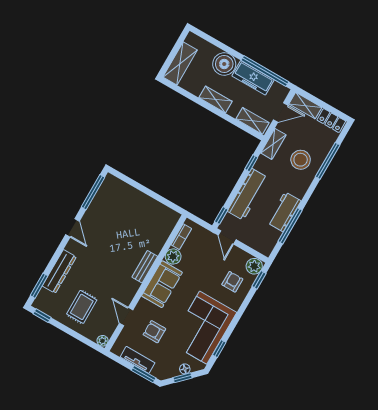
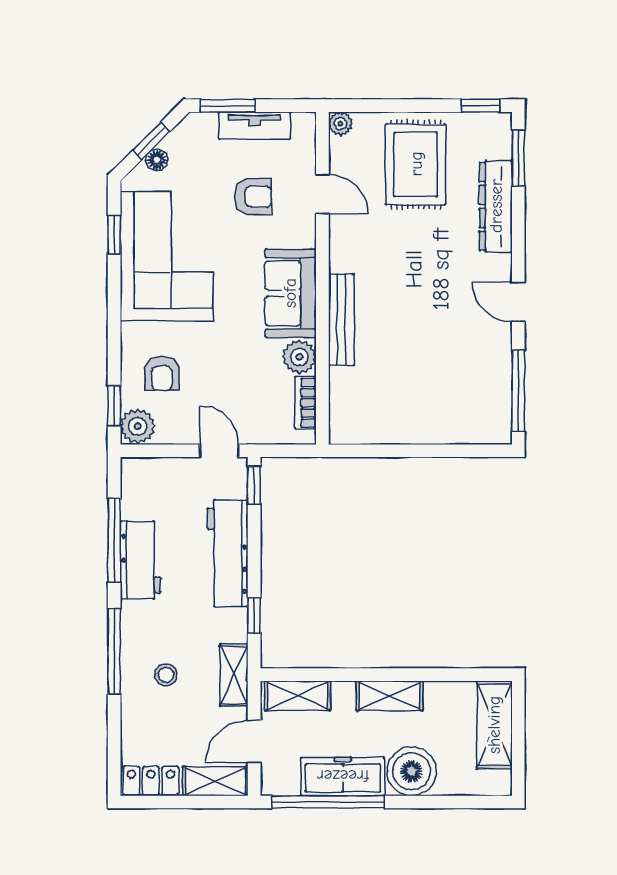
stool: (301, 160) -> (166, 675), width x0.53, depth x0.53
window: (328, 161) -> (114, 651), moved
bench: (145, 267) -> (341, 320), width x1.36
rug: (82, 307) -> (416, 164), width x1.36, depth x1.43

